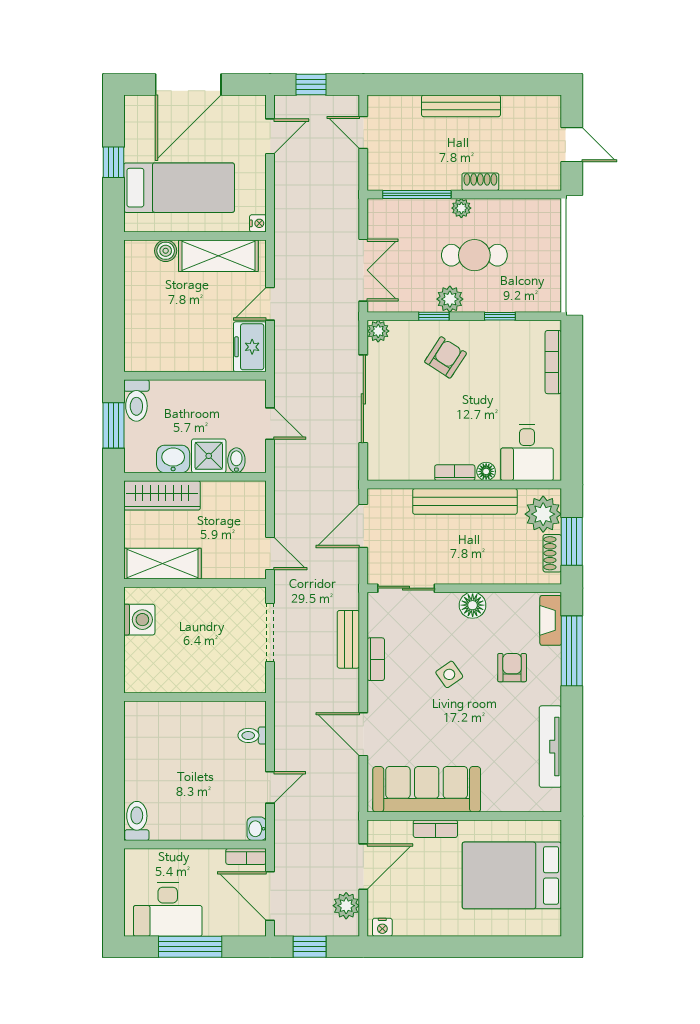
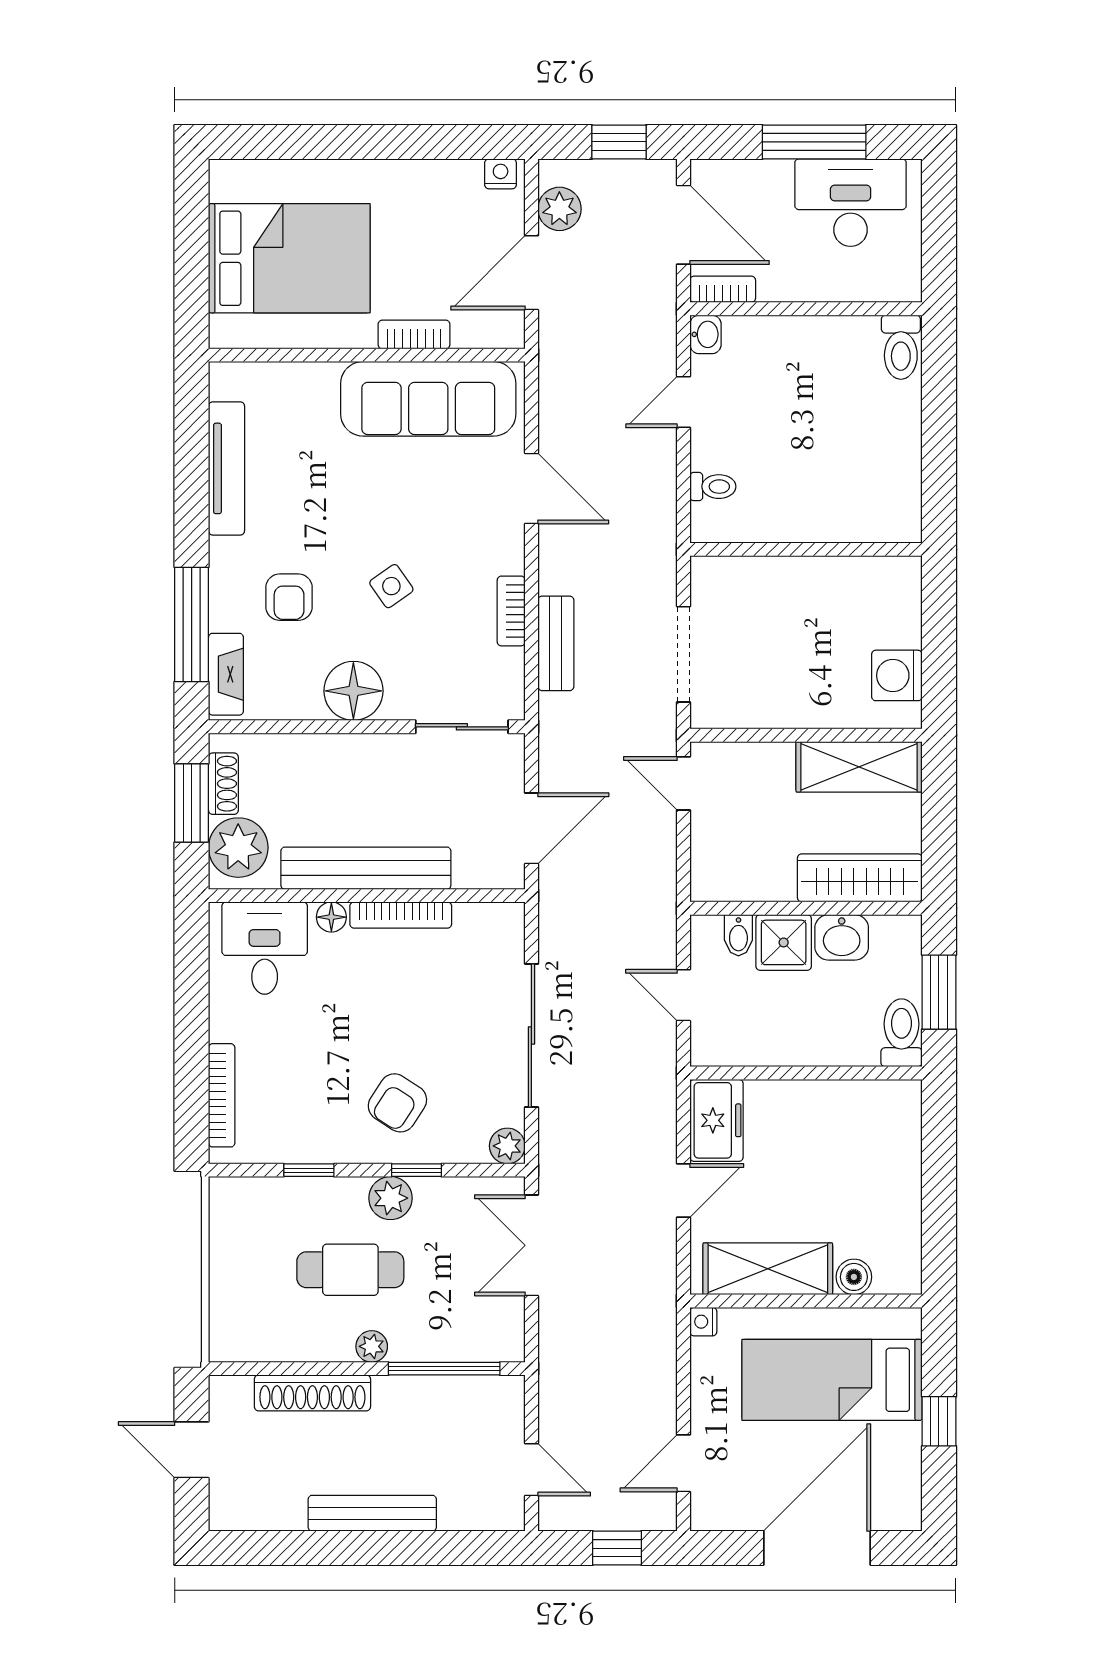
shoe rack: (480, 182) -> (312, 1393), width x1.94, depth x1.24
bookcase: (455, 473) -> (401, 915), width x1.56
floor lamp: (473, 605) -> (353, 691), width x1.38, depth x1.38

